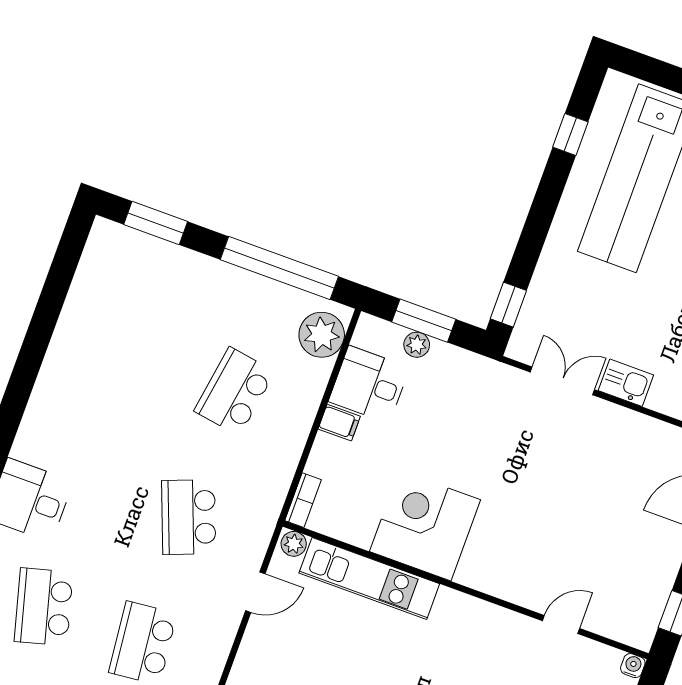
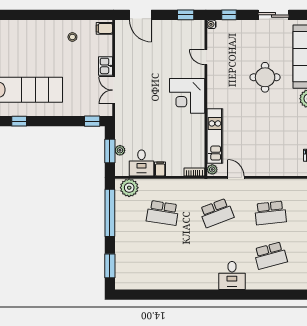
corner desk: (425, 526) -> (187, 96), moved

